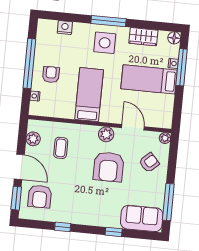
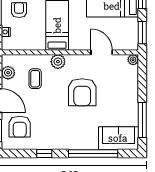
window: (177, 111) -> (142, 33), added
plant: (106, 134) -> (58, 62), moved
armchair: (149, 163) -> (120, 84), removed
window: (114, 232) -> (93, 153), width x3.17

